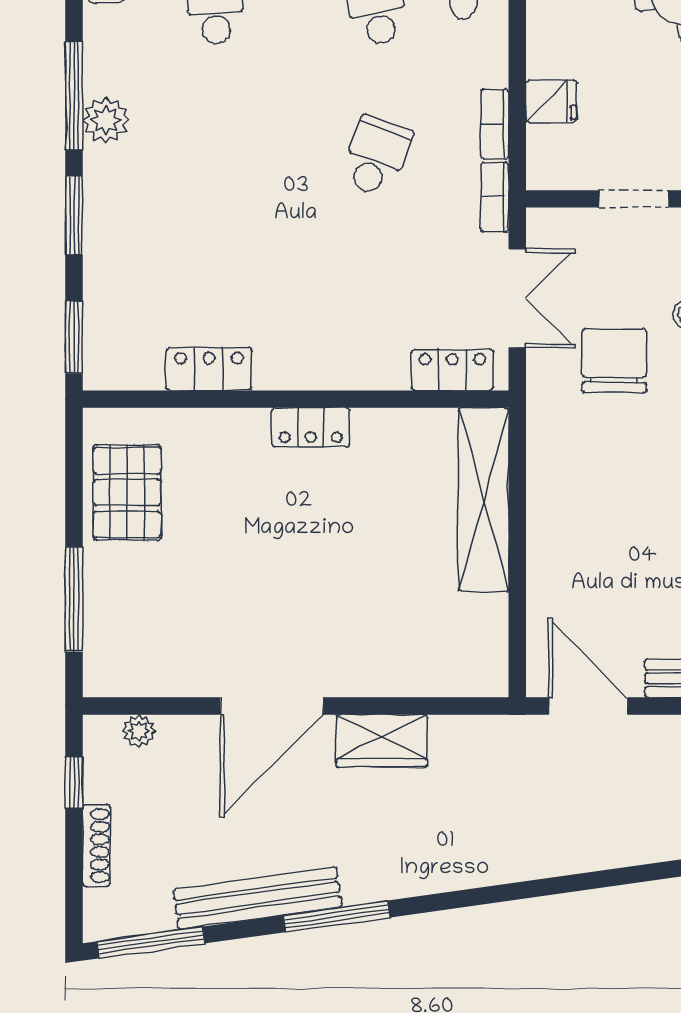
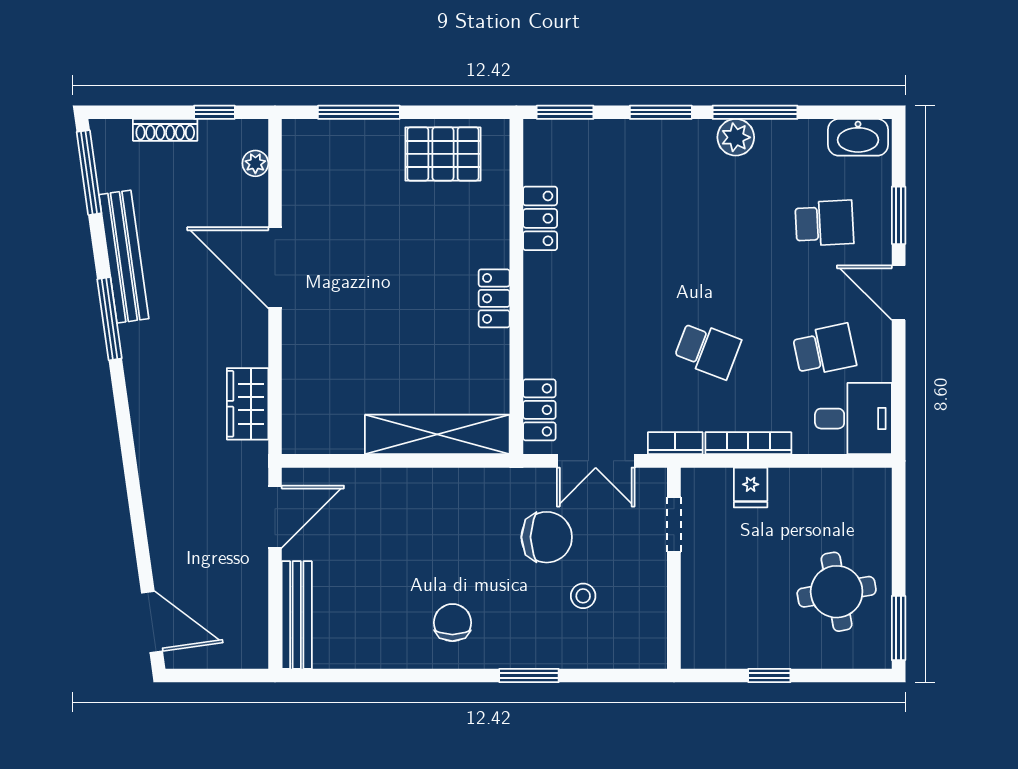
bookcase: (495, 124) -> (748, 443), width x1.56
doorway: (634, 199) -> (674, 525), moved
wardrobe: (382, 741) -> (248, 404), moved

